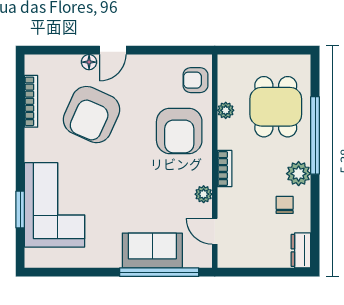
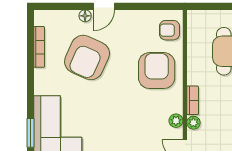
plant: (226, 110) -> (193, 123), moved
armchair: (179, 131) -> (157, 71), turned 180

